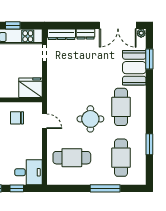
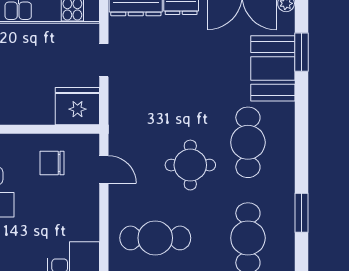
doorway: (45, 53) -> (104, 60), moved

